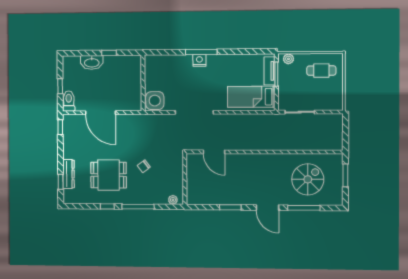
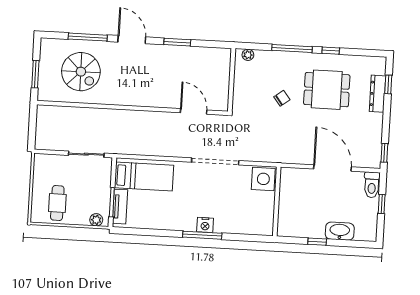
cafe table: (321, 71) -> (57, 203), turned 90
spiral stairs: (308, 179) -> (81, 72), turned -90

